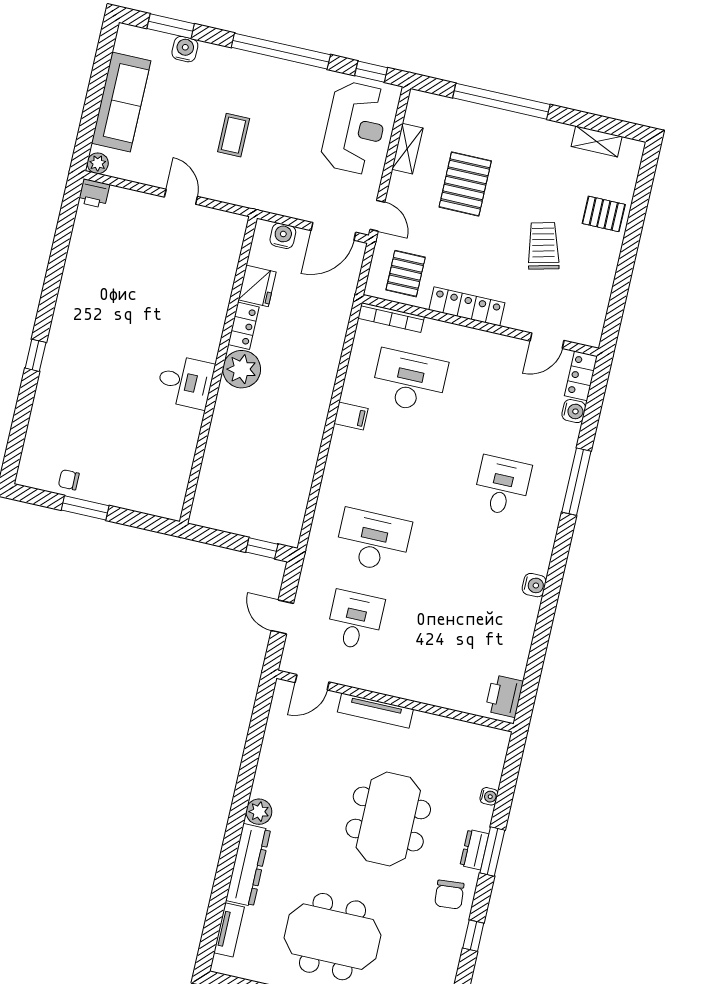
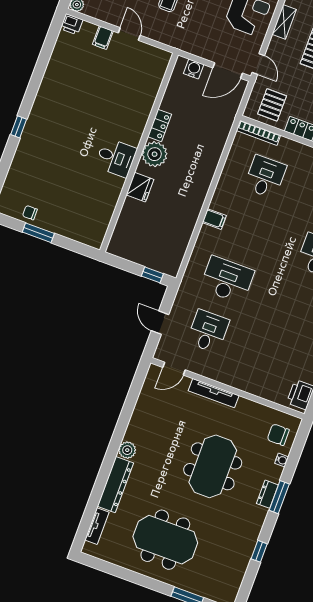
filing cabinet: (143, 207) -> (103, 38), added
fridge: (257, 286) -> (140, 187), moved
desk: (409, 381) -> (265, 177), width x0.73
filing cabinet: (351, 416) -> (214, 219), moved
chair: (449, 895) -> (278, 435), moved, turned 95

